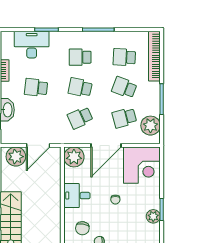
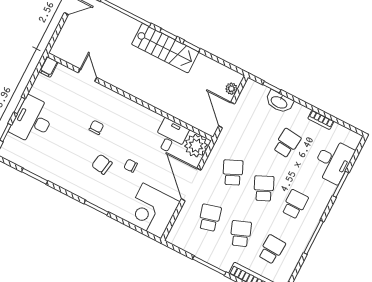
school desk: (80, 87) -> (264, 188), turned -36
school desk: (124, 87) -> (241, 234), turned -42
plant: (150, 126) -> (188, 240), removed
plant: (16, 157) -> (231, 89), width x0.53, depth x0.53
desk: (77, 196) -> (171, 137), moved
plant: (153, 216) -> (94, 196), removed
chair: (82, 228) -> (102, 164), moved

